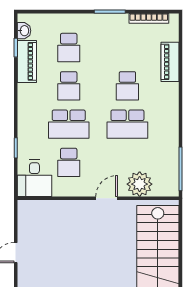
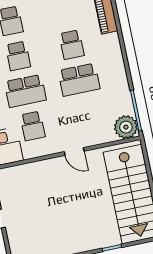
plant: (140, 184) -> (126, 127), moved
door: (107, 198) -> (74, 151), swing flipped

